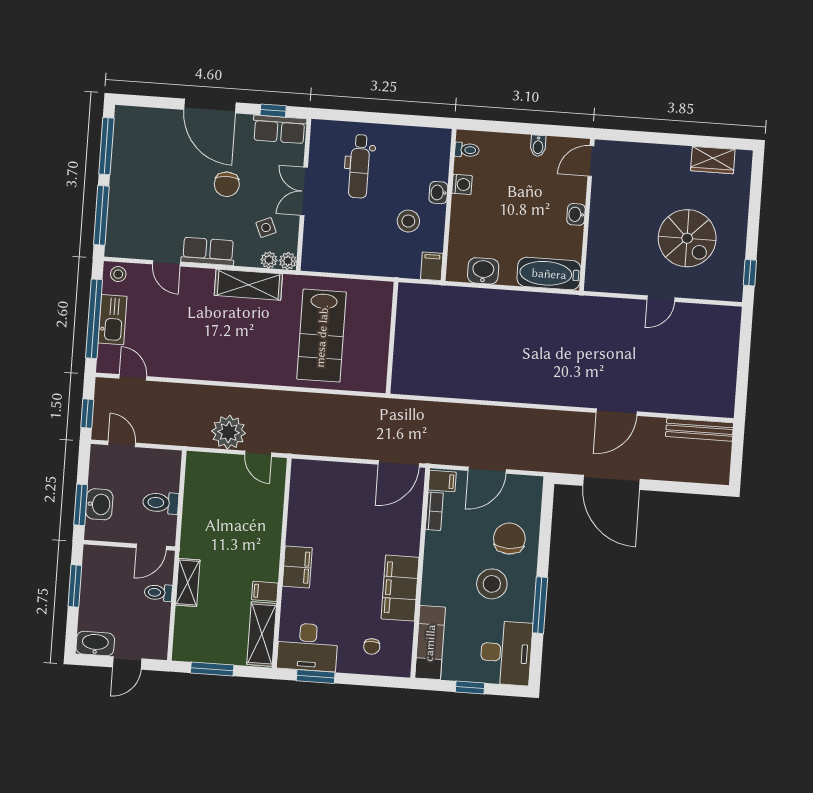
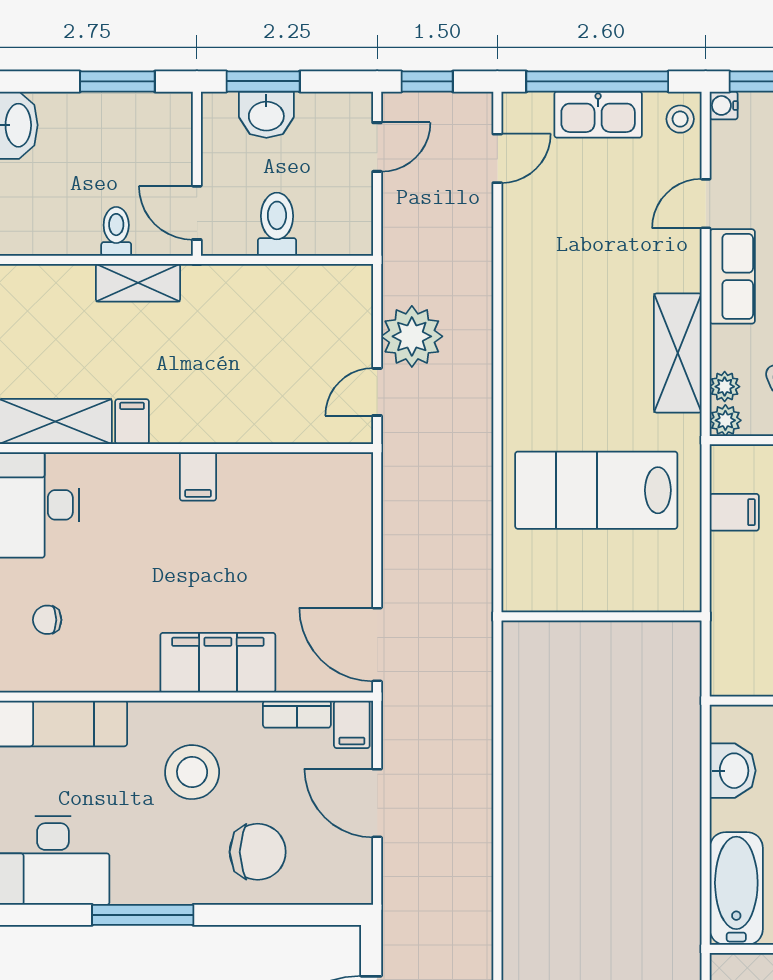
water cooler: (112, 249) -> (724, 105), added
filing cabinet: (432, 266) -> (734, 512), moved
filing cabinet: (297, 567) -> (198, 476), width x0.50
stool: (492, 584) -> (192, 772), moved
filing cabinet: (400, 588) -> (218, 663), moved

